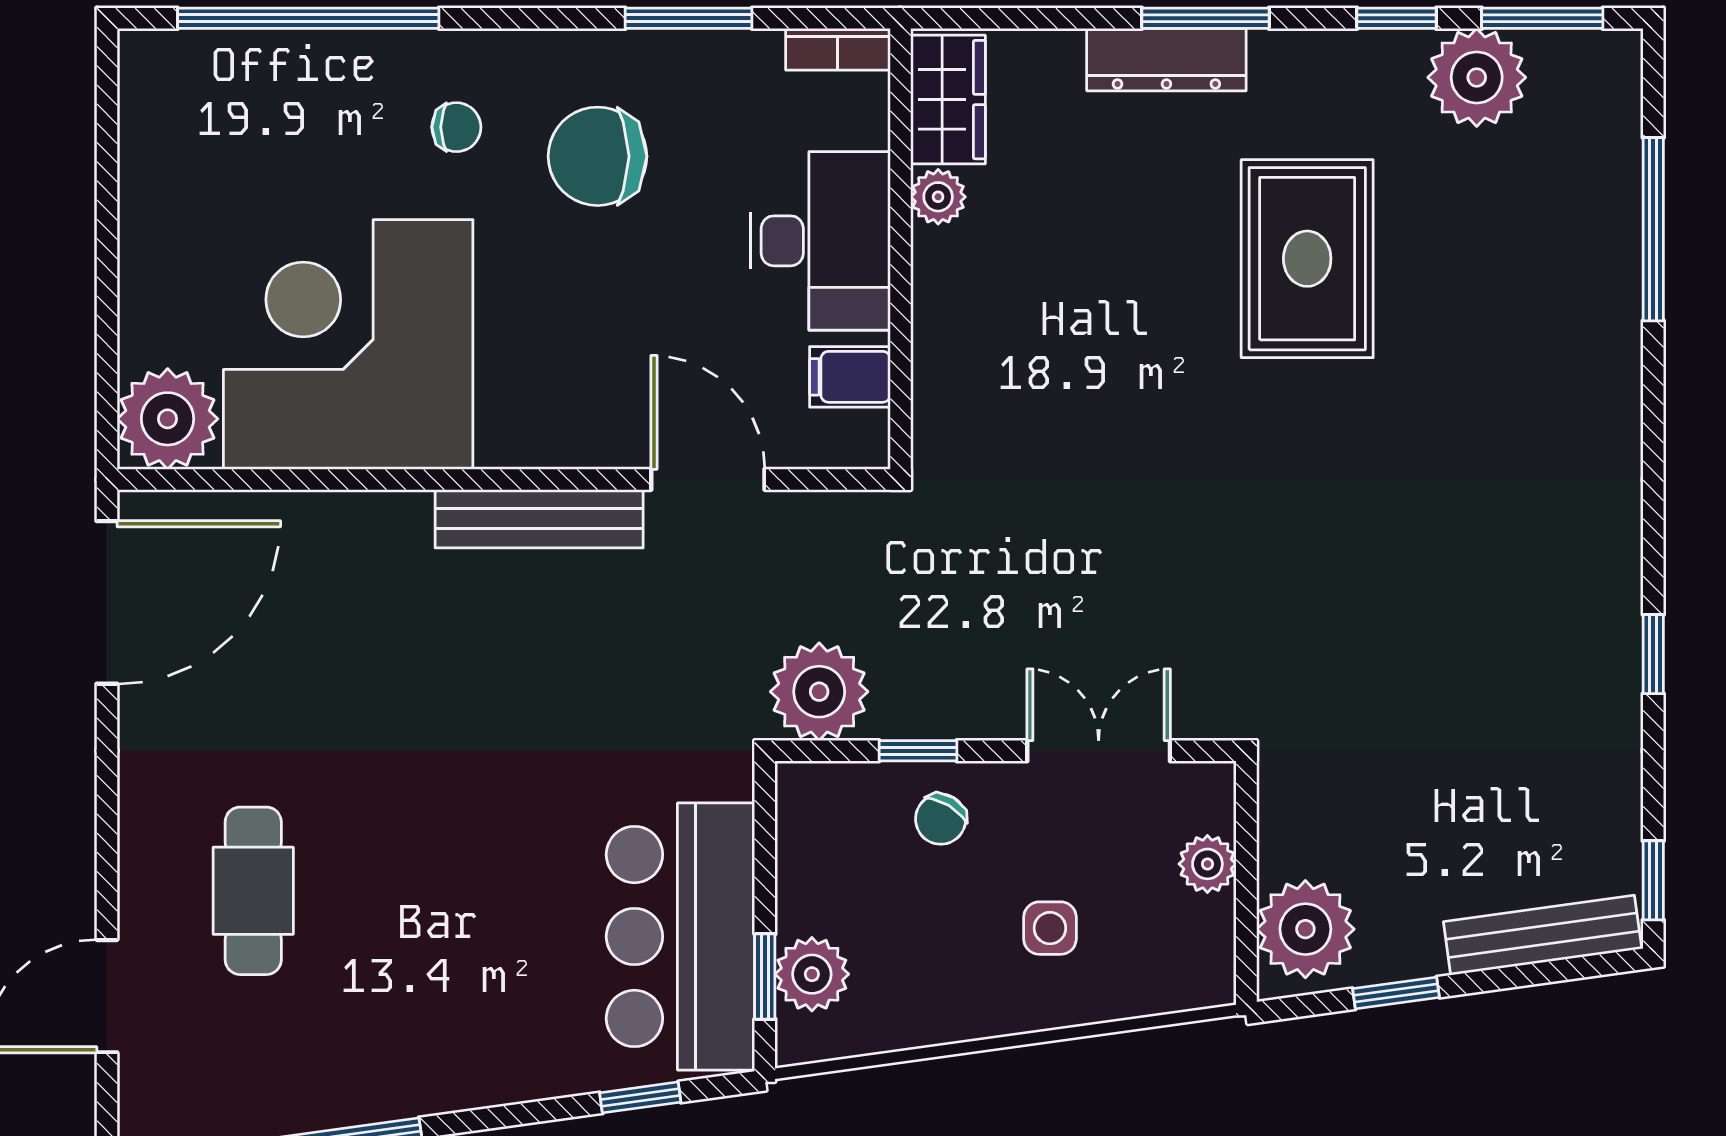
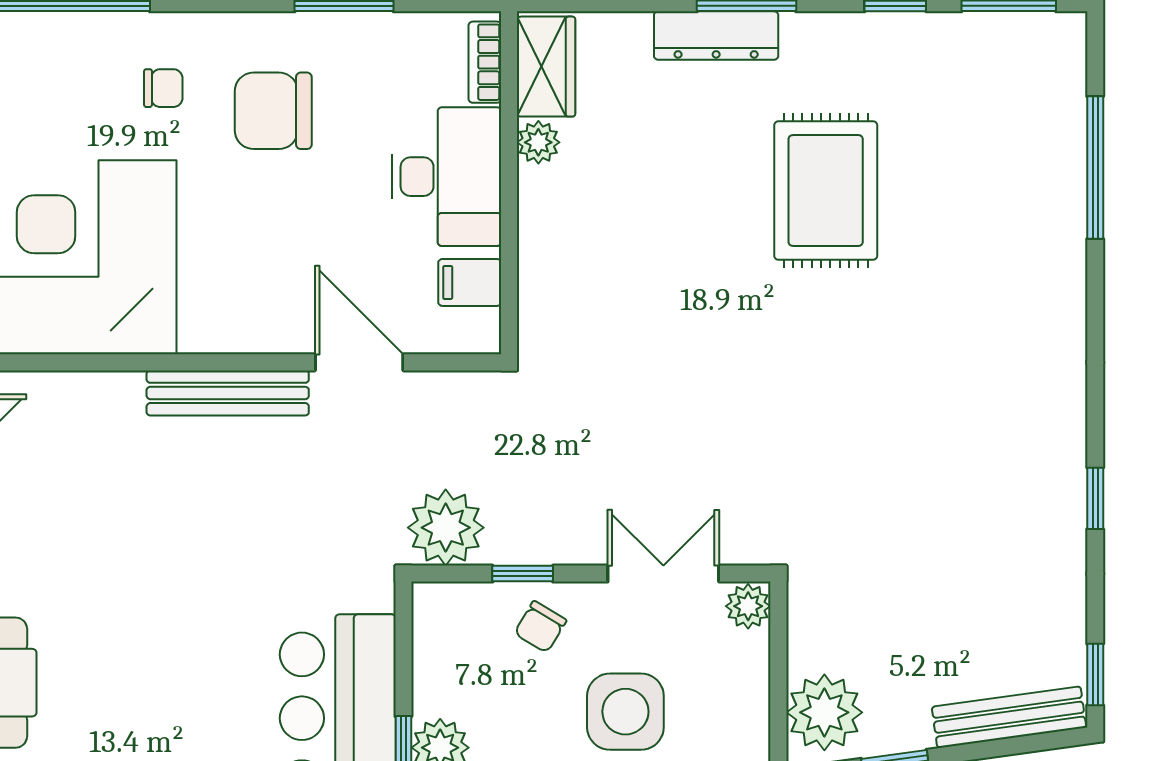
bookcase: (838, 49) -> (485, 62), moved, turned 90
plant: (1477, 77) -> (958, 49), removed
plant: (1207, 864) -> (748, 606), moved
side table: (1050, 928) -> (625, 712), width x1.87, depth x1.87

